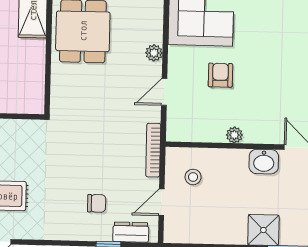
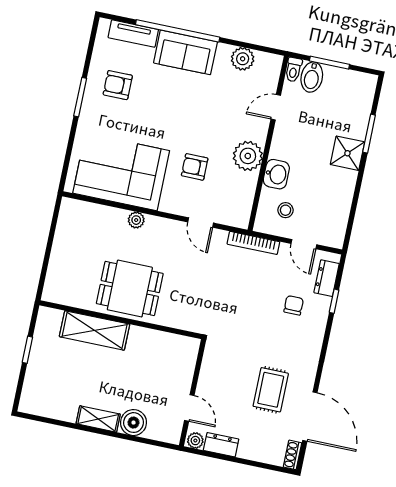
plant: (154, 53) -> (136, 220), moved
plant: (234, 135) -> (248, 156), width x1.87, depth x1.87
washbasin: (264, 162) -> (276, 174), moved

